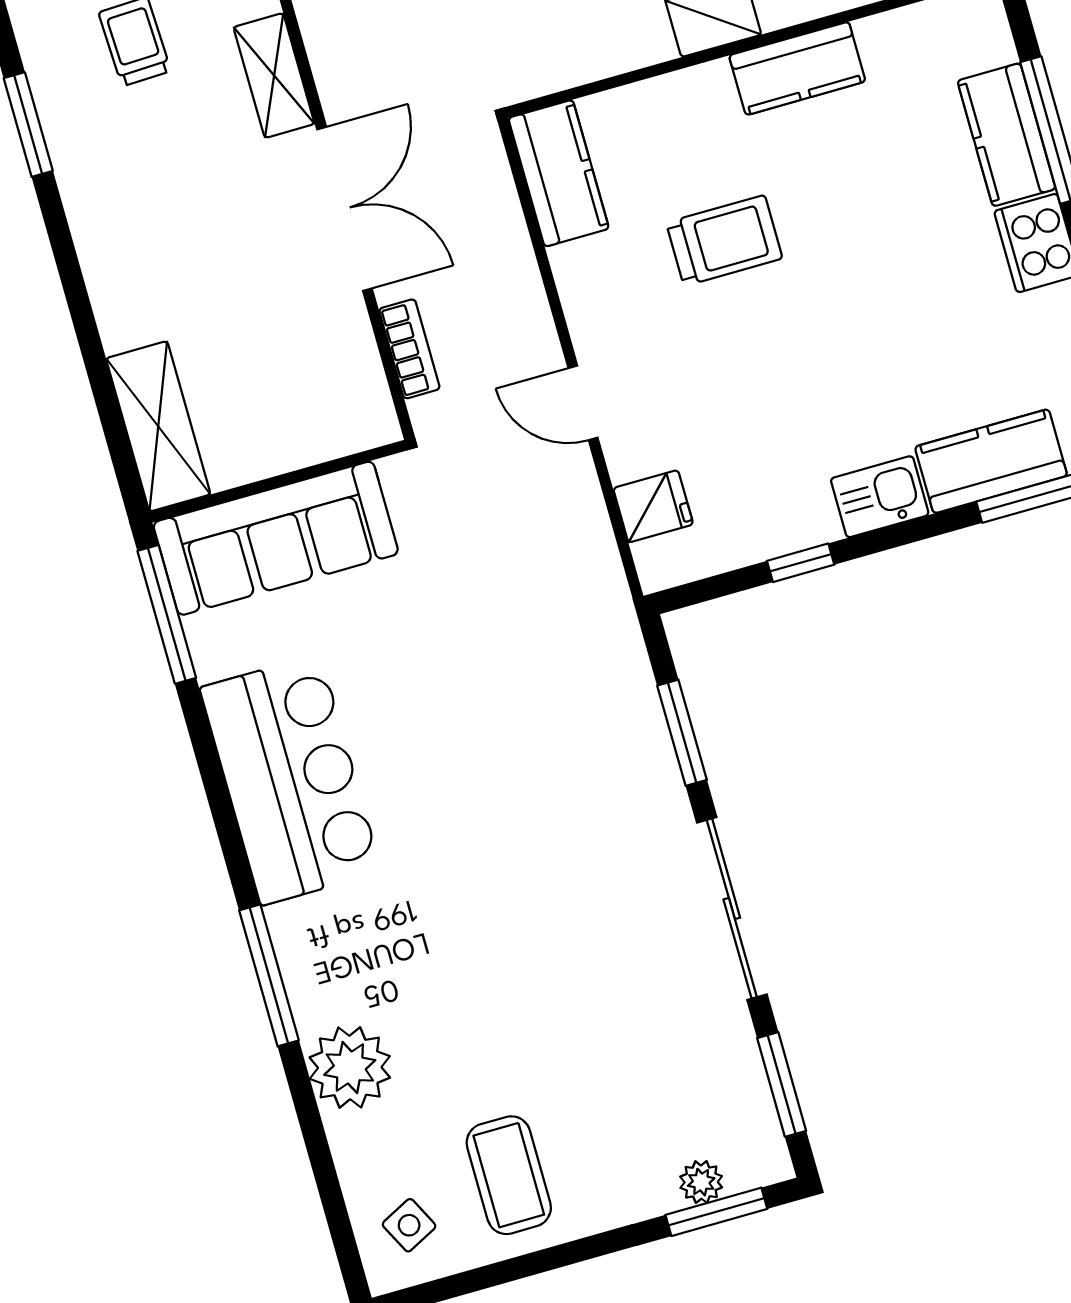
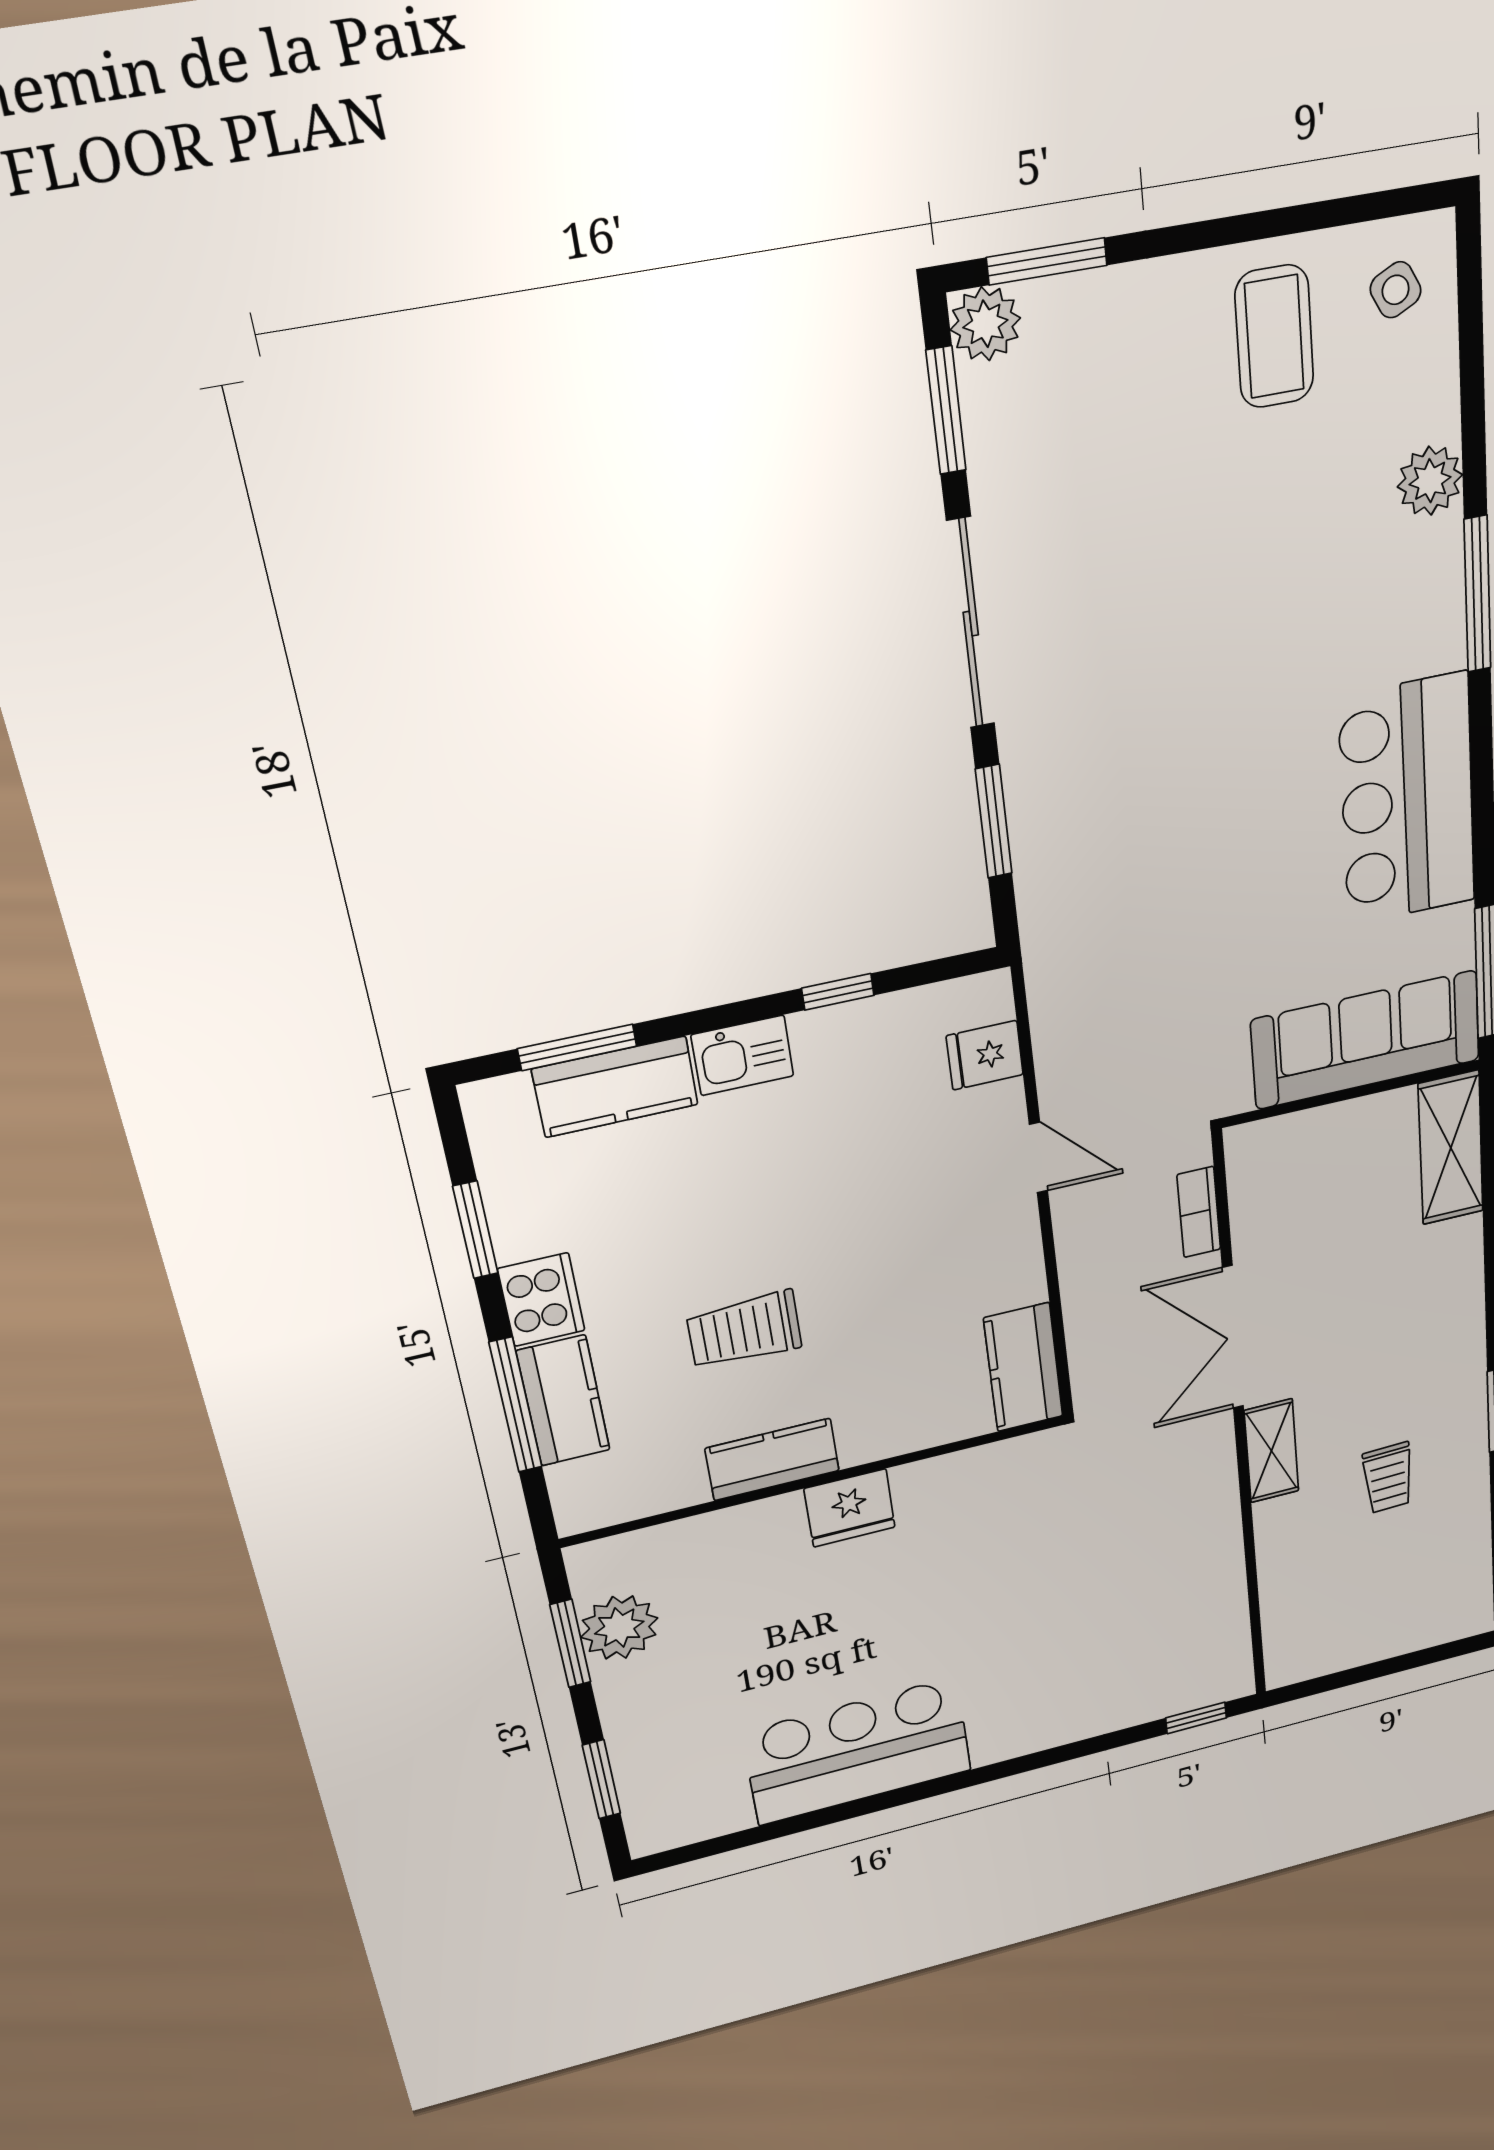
trolley: (724, 241) -> (744, 1330), moved
plant: (350, 1067) -> (1430, 481), width x0.73, depth x0.73
plant: (701, 1182) -> (985, 324), moved, width x1.38, depth x1.38

